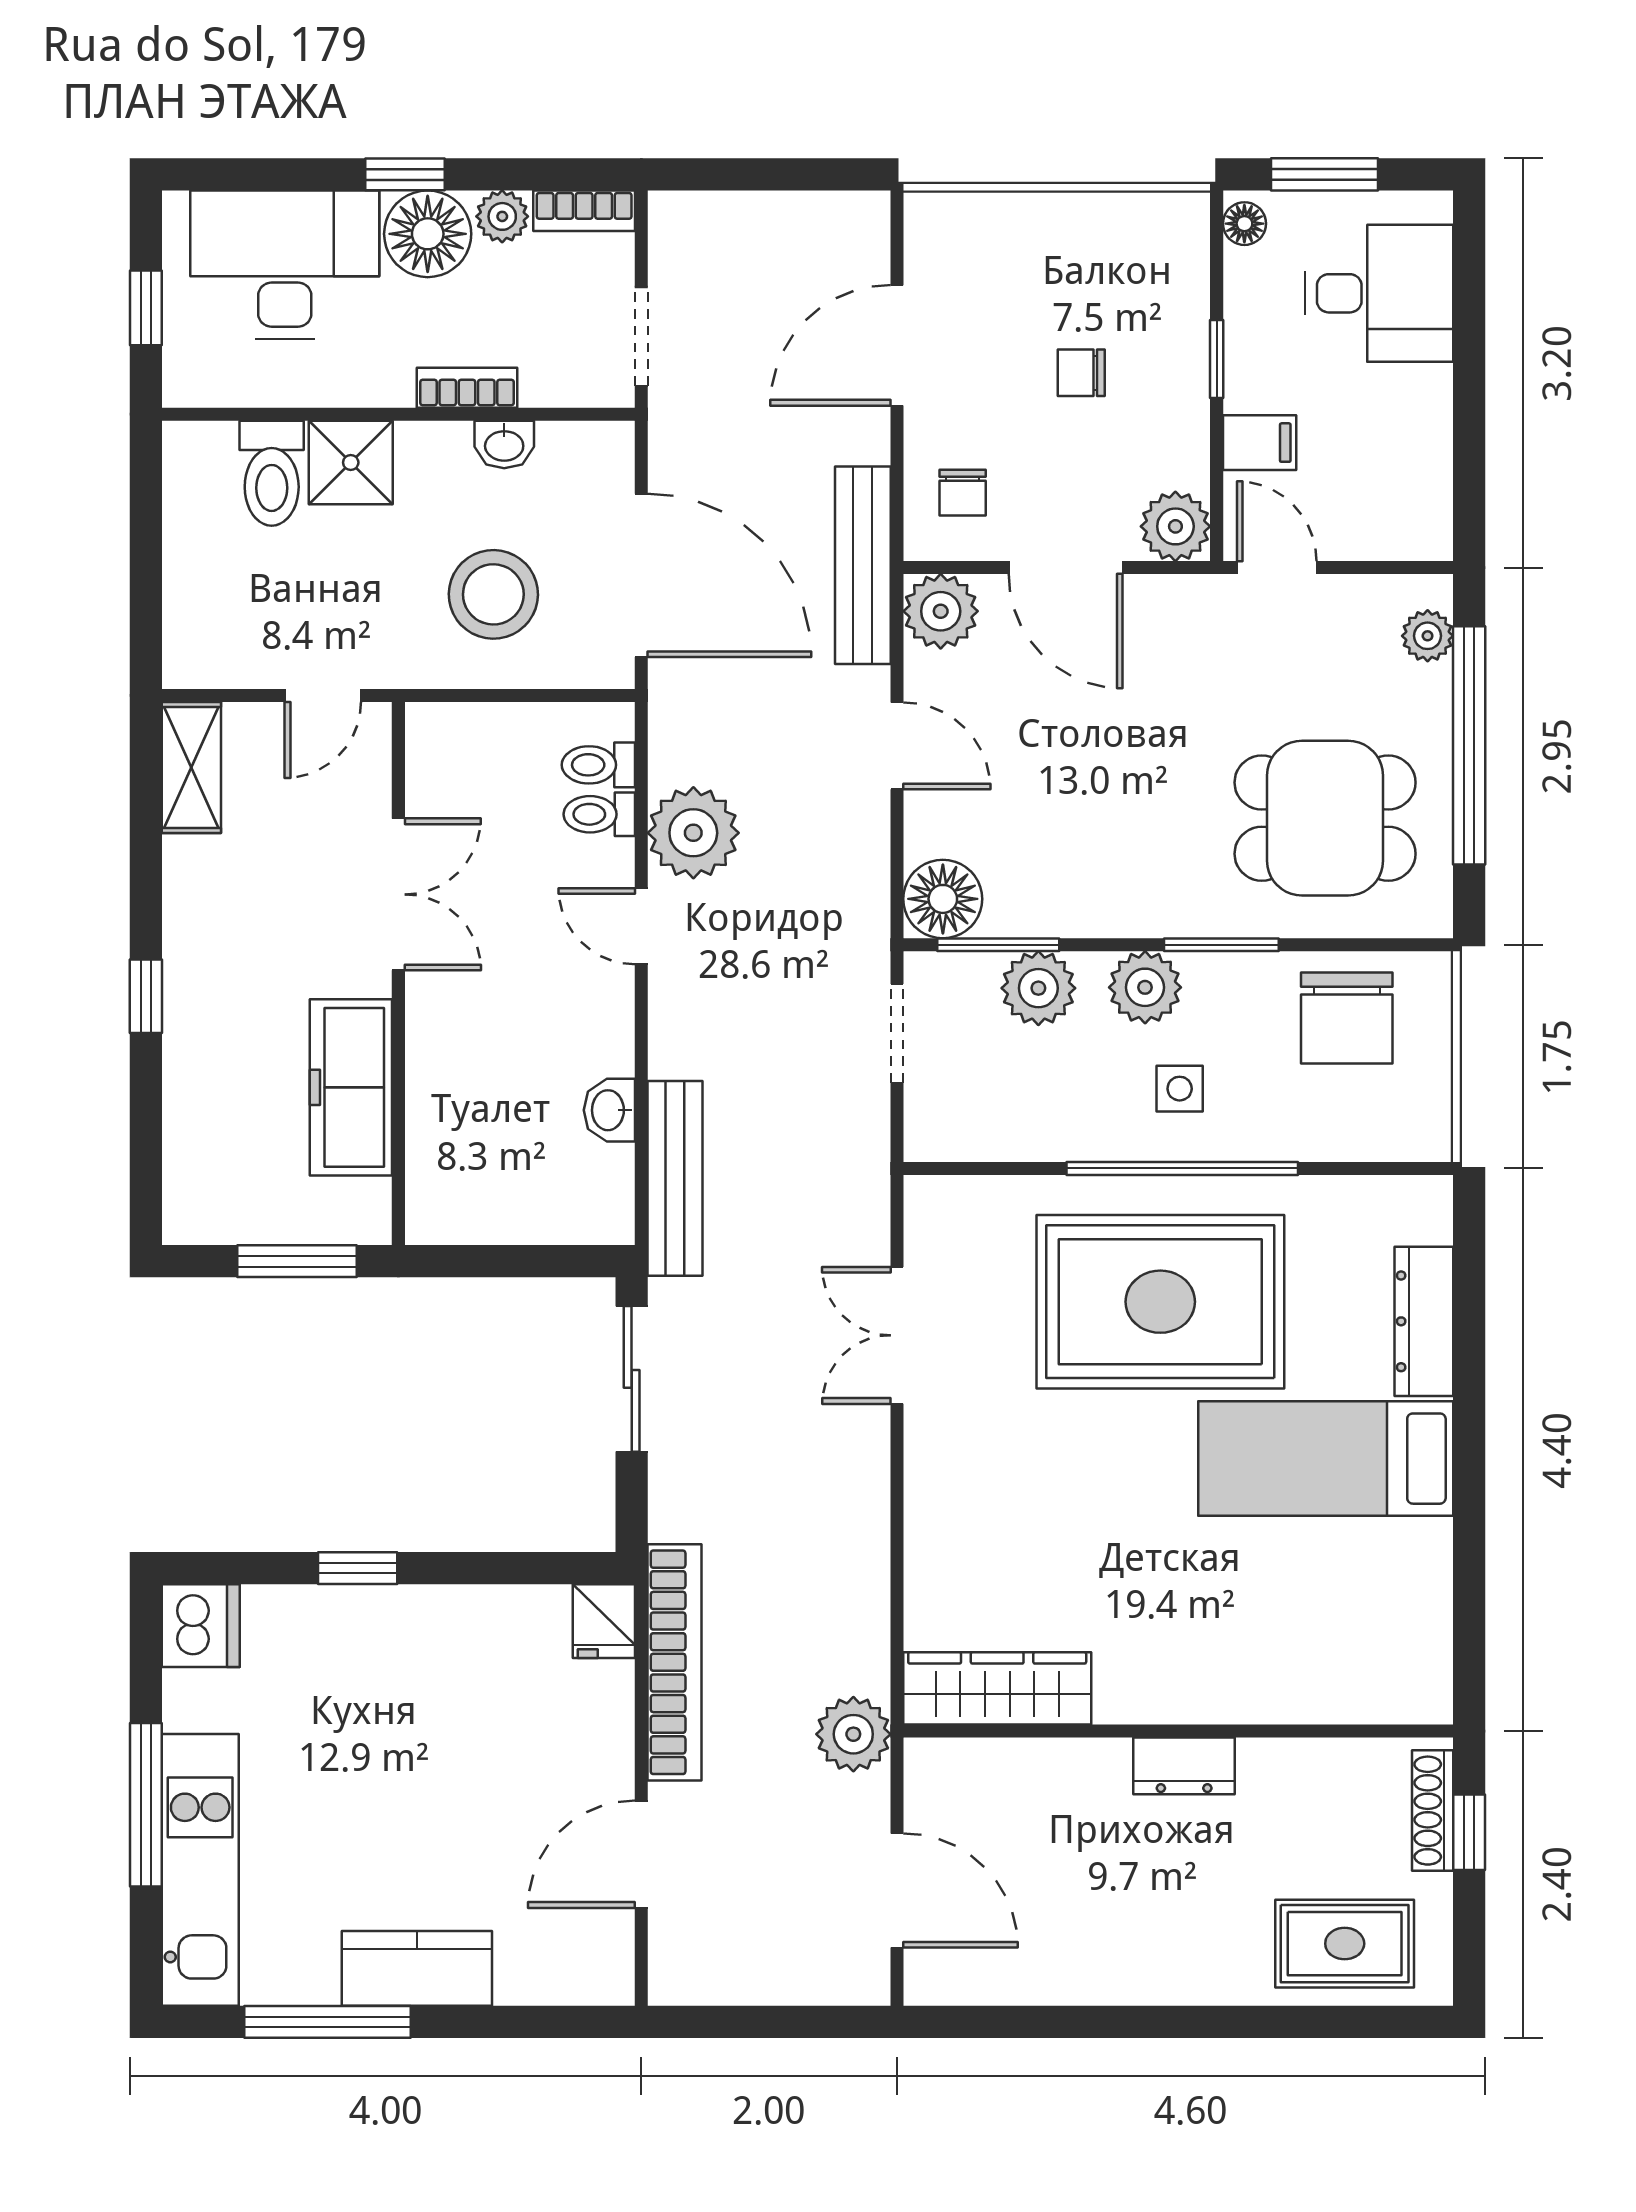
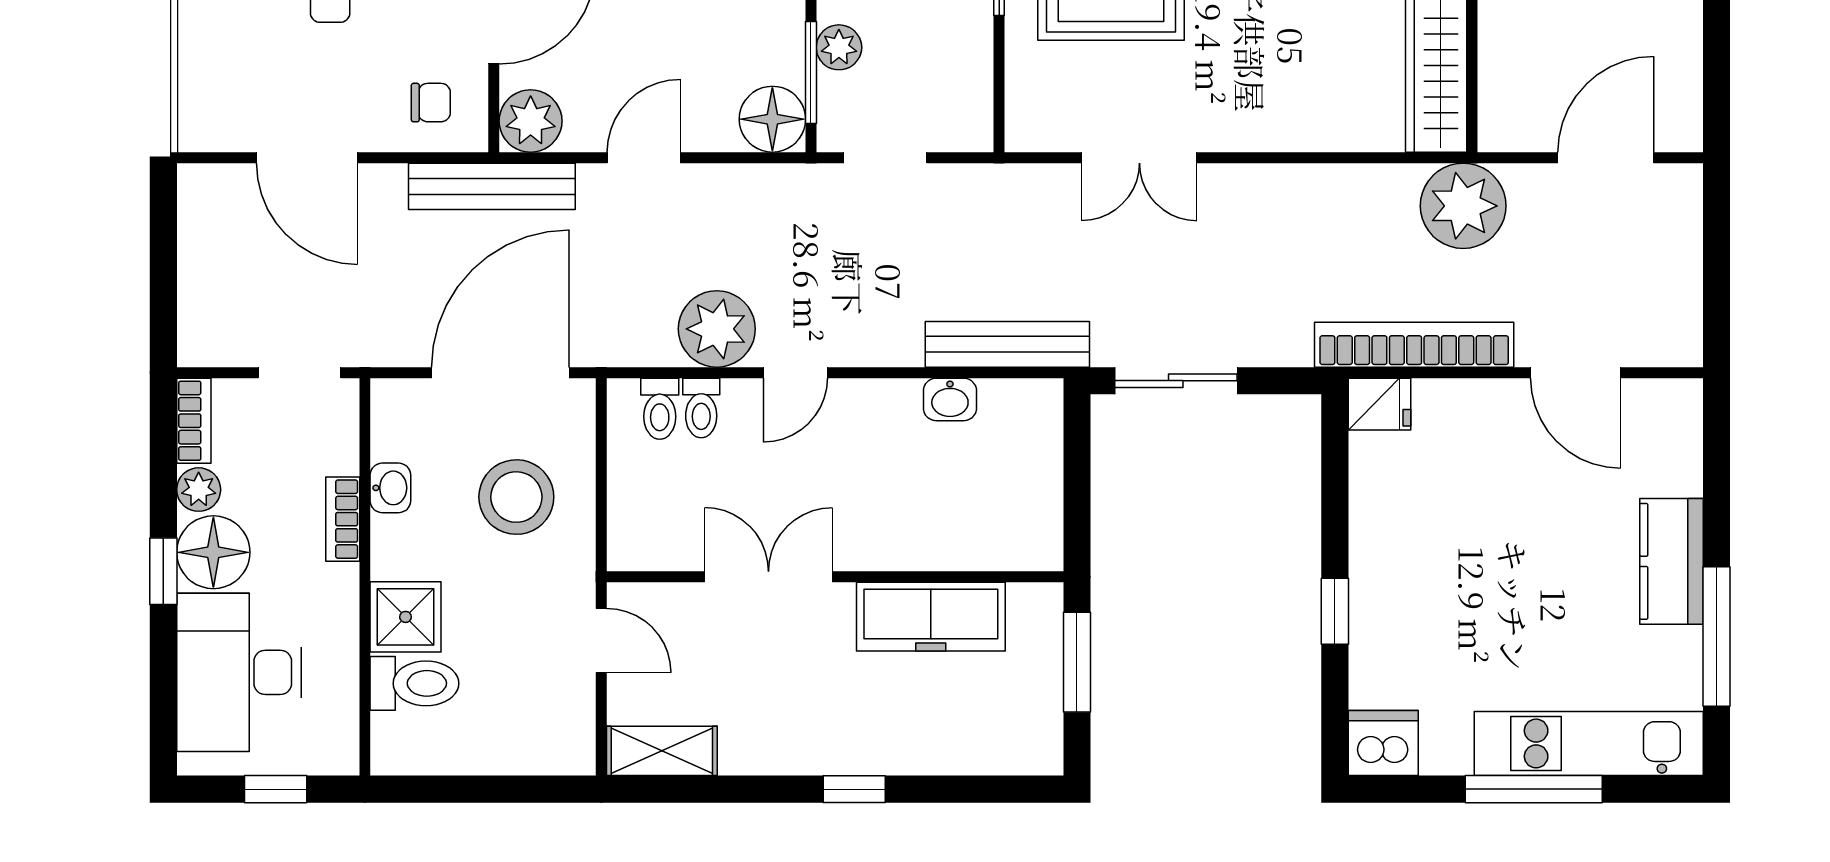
plant: (1038, 988) -> (839, 47), width x0.73, depth x0.73
plant: (853, 1734) -> (1463, 206), width x1.36, depth x1.36

